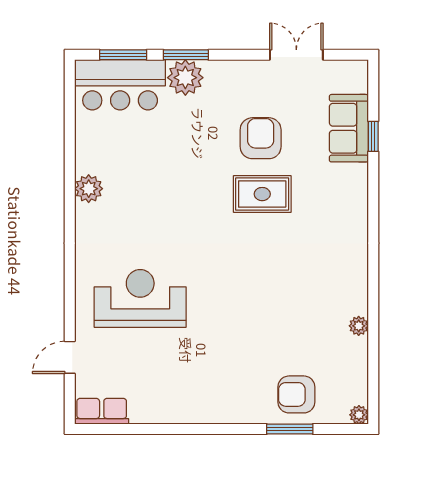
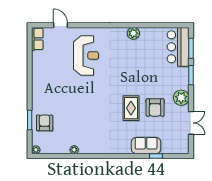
plant: (185, 78) -> (181, 98), moved
sofa: (349, 128) -> (146, 145), moved
armchair: (261, 138) -> (155, 107), turned 90

